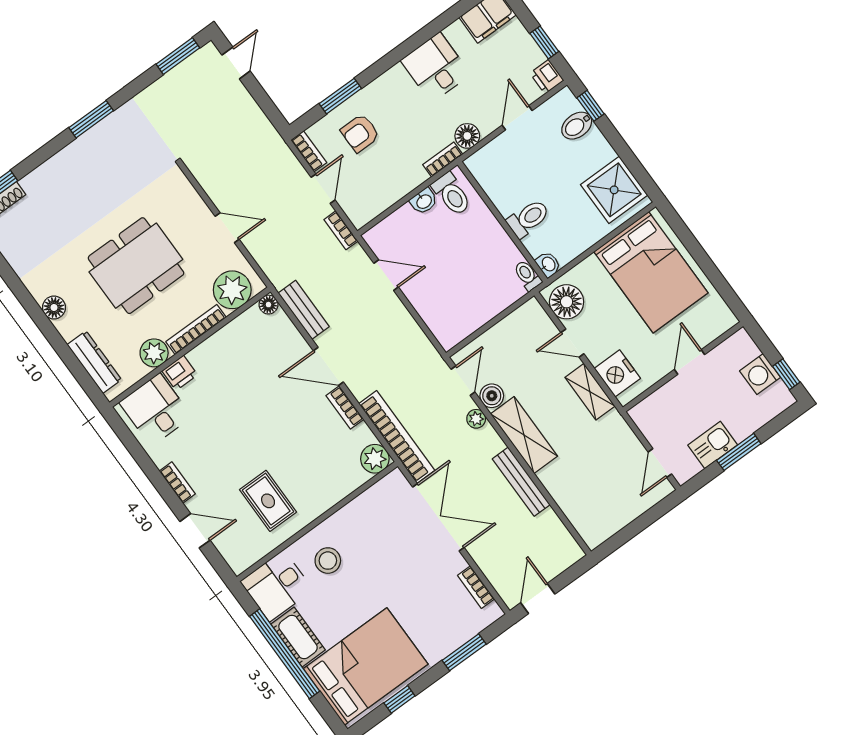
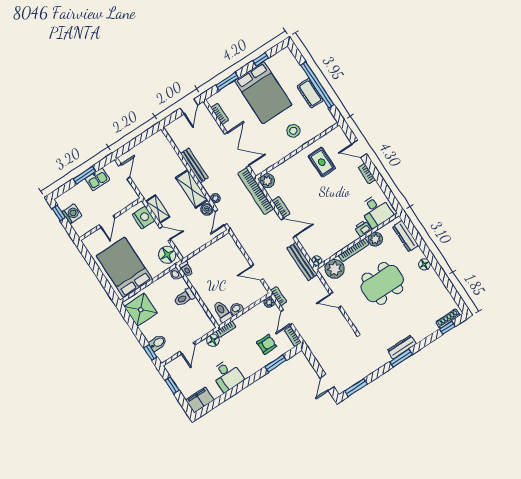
printer: (547, 77) -> (172, 368), removed
dresser: (91, 141) -> (402, 347), added
plant: (359, 217) -> (269, 302), added
bench: (304, 310) -> (302, 261), width x1.36
double door: (438, 517) -> (237, 150), swing flipped
desk: (277, 586) -> (320, 119), removed
bed: (366, 666) -> (263, 93), moved, turned -90

